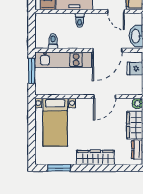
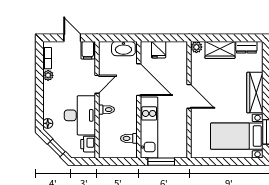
door: (116, 12) -> (97, 84), moved
door: (105, 97) -> (189, 96), moved
bed with nightstands: (55, 122) -> (237, 136), moved, turned 180

